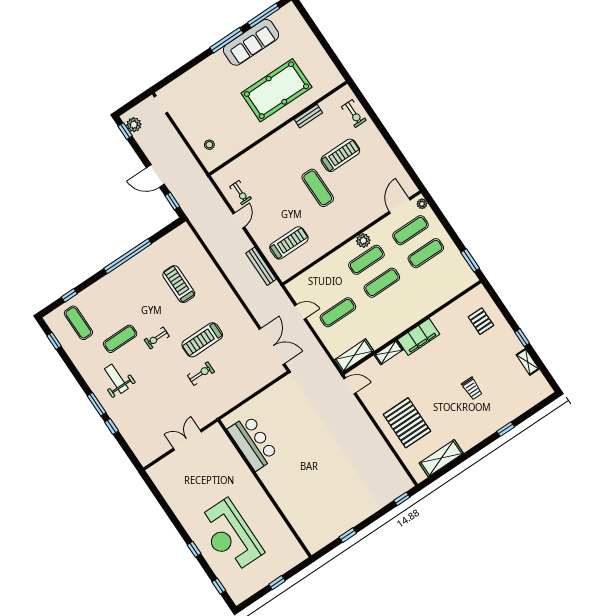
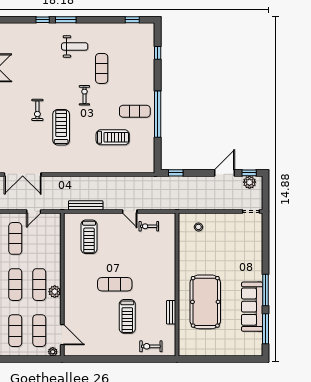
door: (155, 176) -> (224, 173), moved
exercise mat: (78, 323) -> (135, 111), moved

